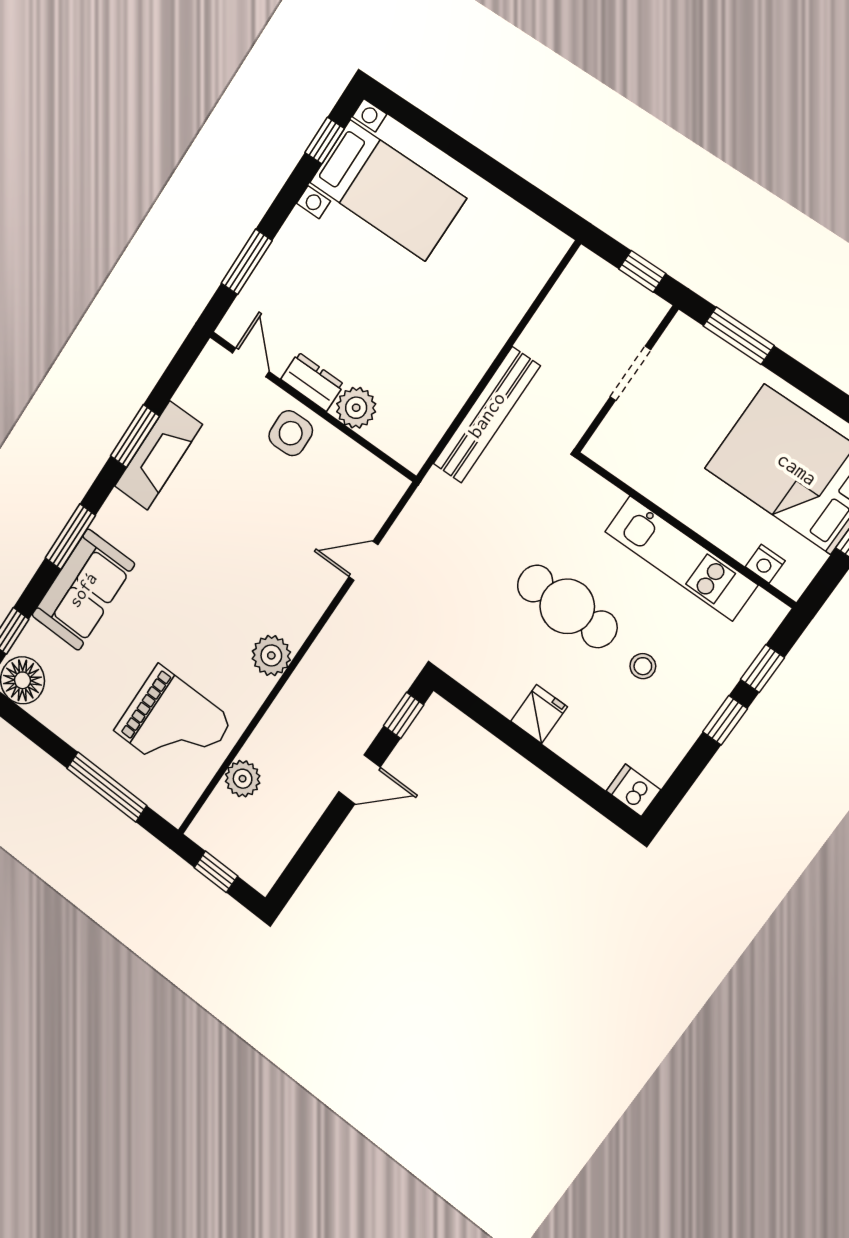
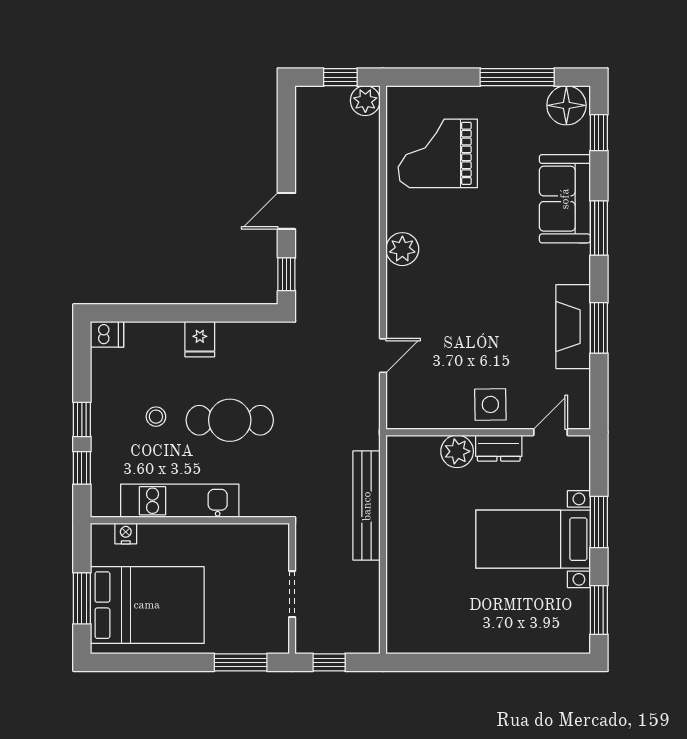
window: (325, 140) -> (599, 610), width x1.50
bed with nightstands: (388, 190) -> (533, 539), moved
window: (247, 262) -> (599, 522), moved
door: (251, 362) -> (550, 432), swing flipped
plant: (243, 779) -> (365, 101), moved
window: (107, 787) -> (517, 77), moved

